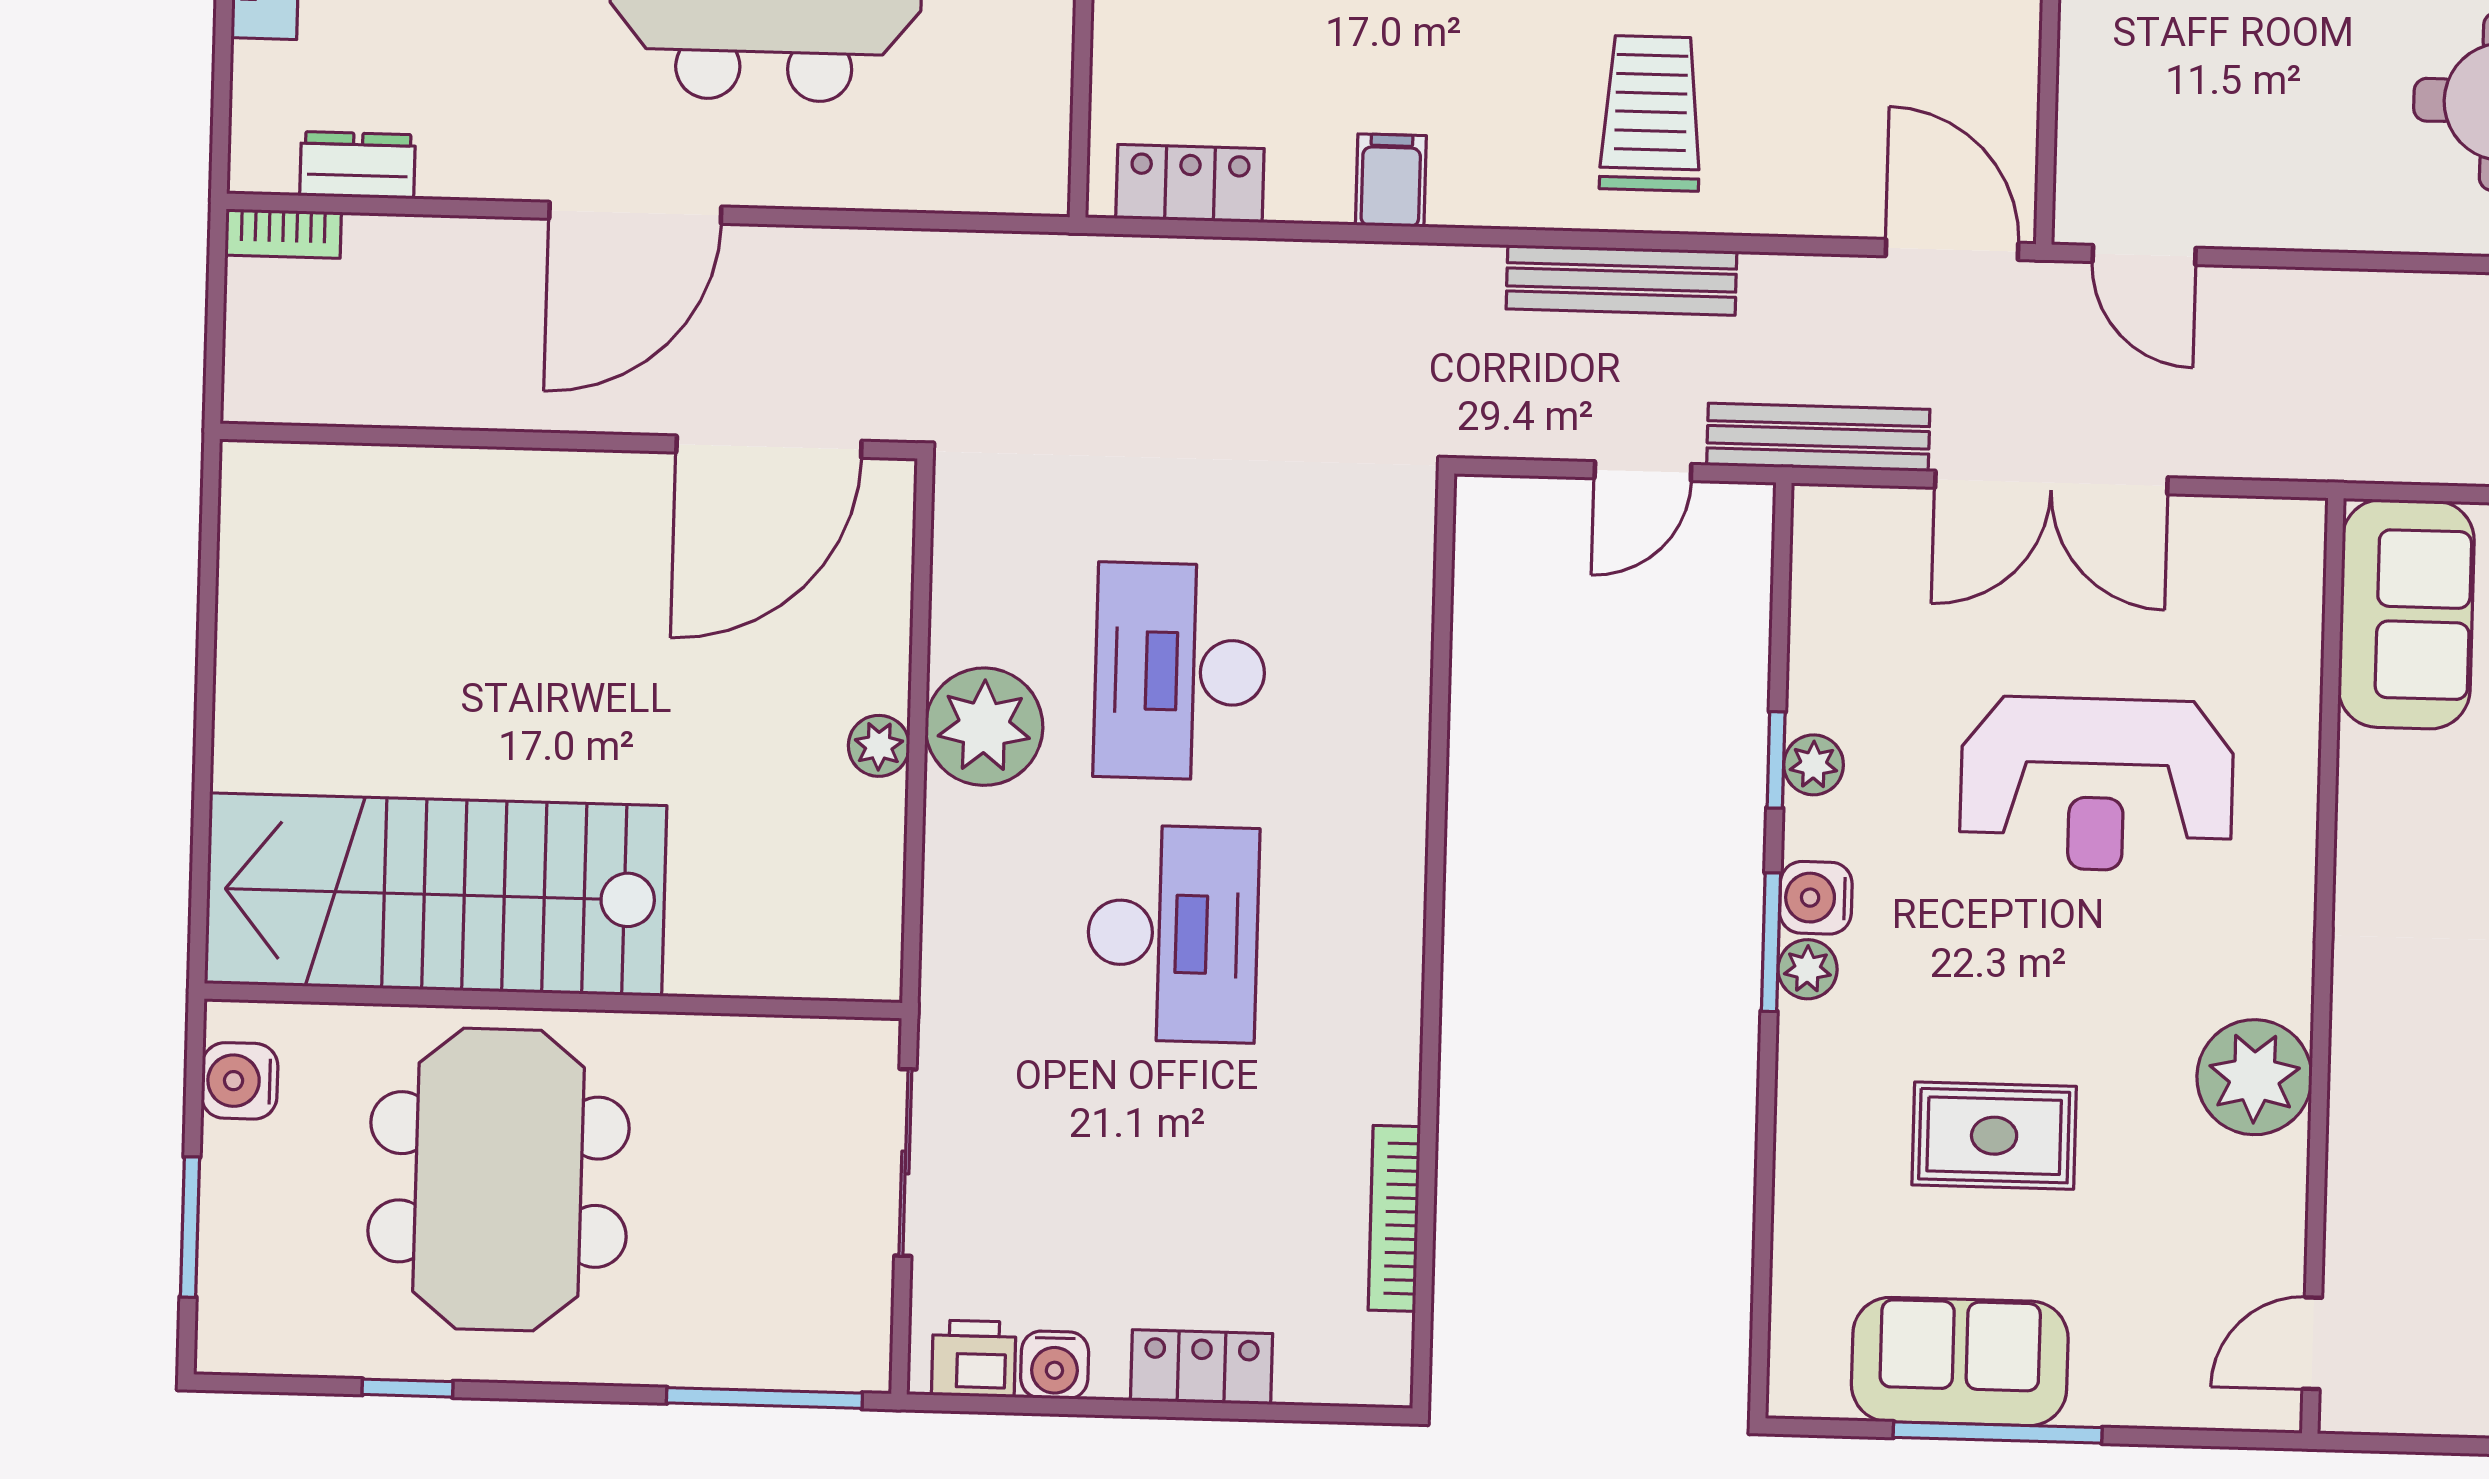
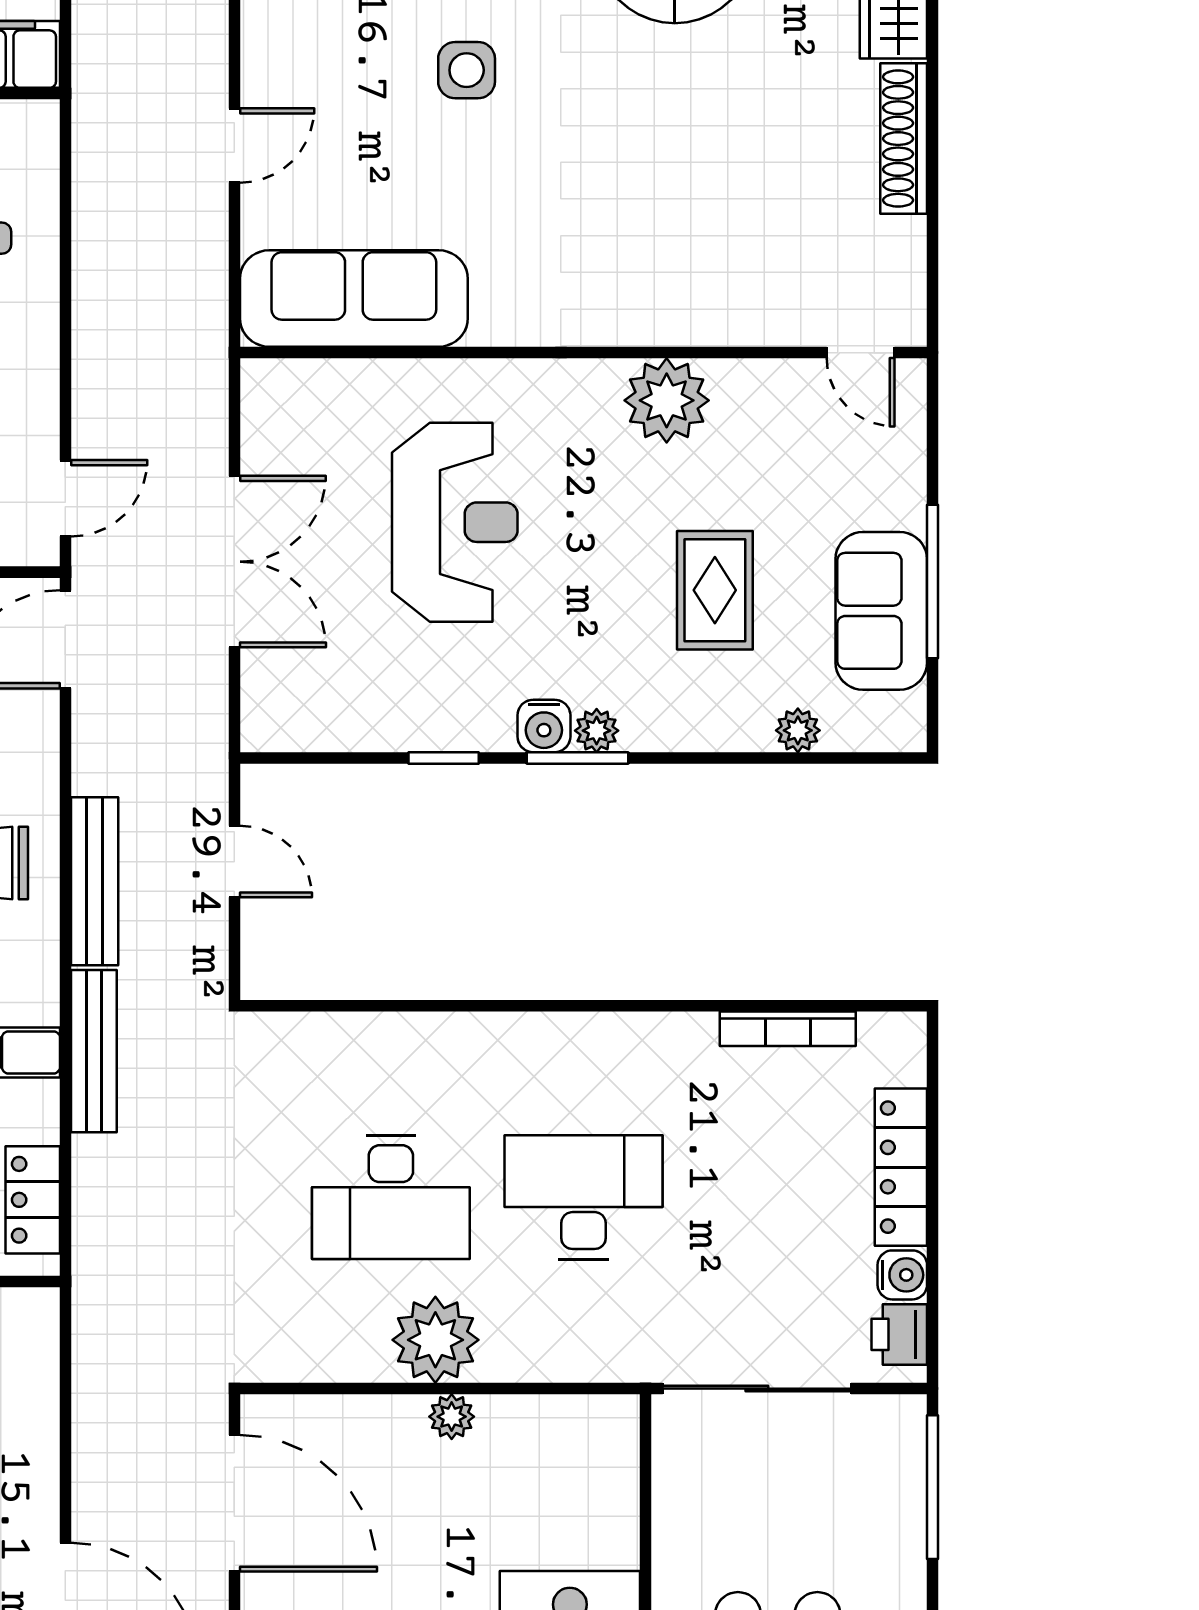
bench: (1818, 437) -> (94, 1051), moved
sofa: (2406, 614) -> (354, 299), width x1.36
plant: (1814, 765) -> (798, 730), moved
sliding door: (905, 1162) -> (757, 1389), width x1.37
locker: (1202, 1367) -> (901, 1167), width x1.53

